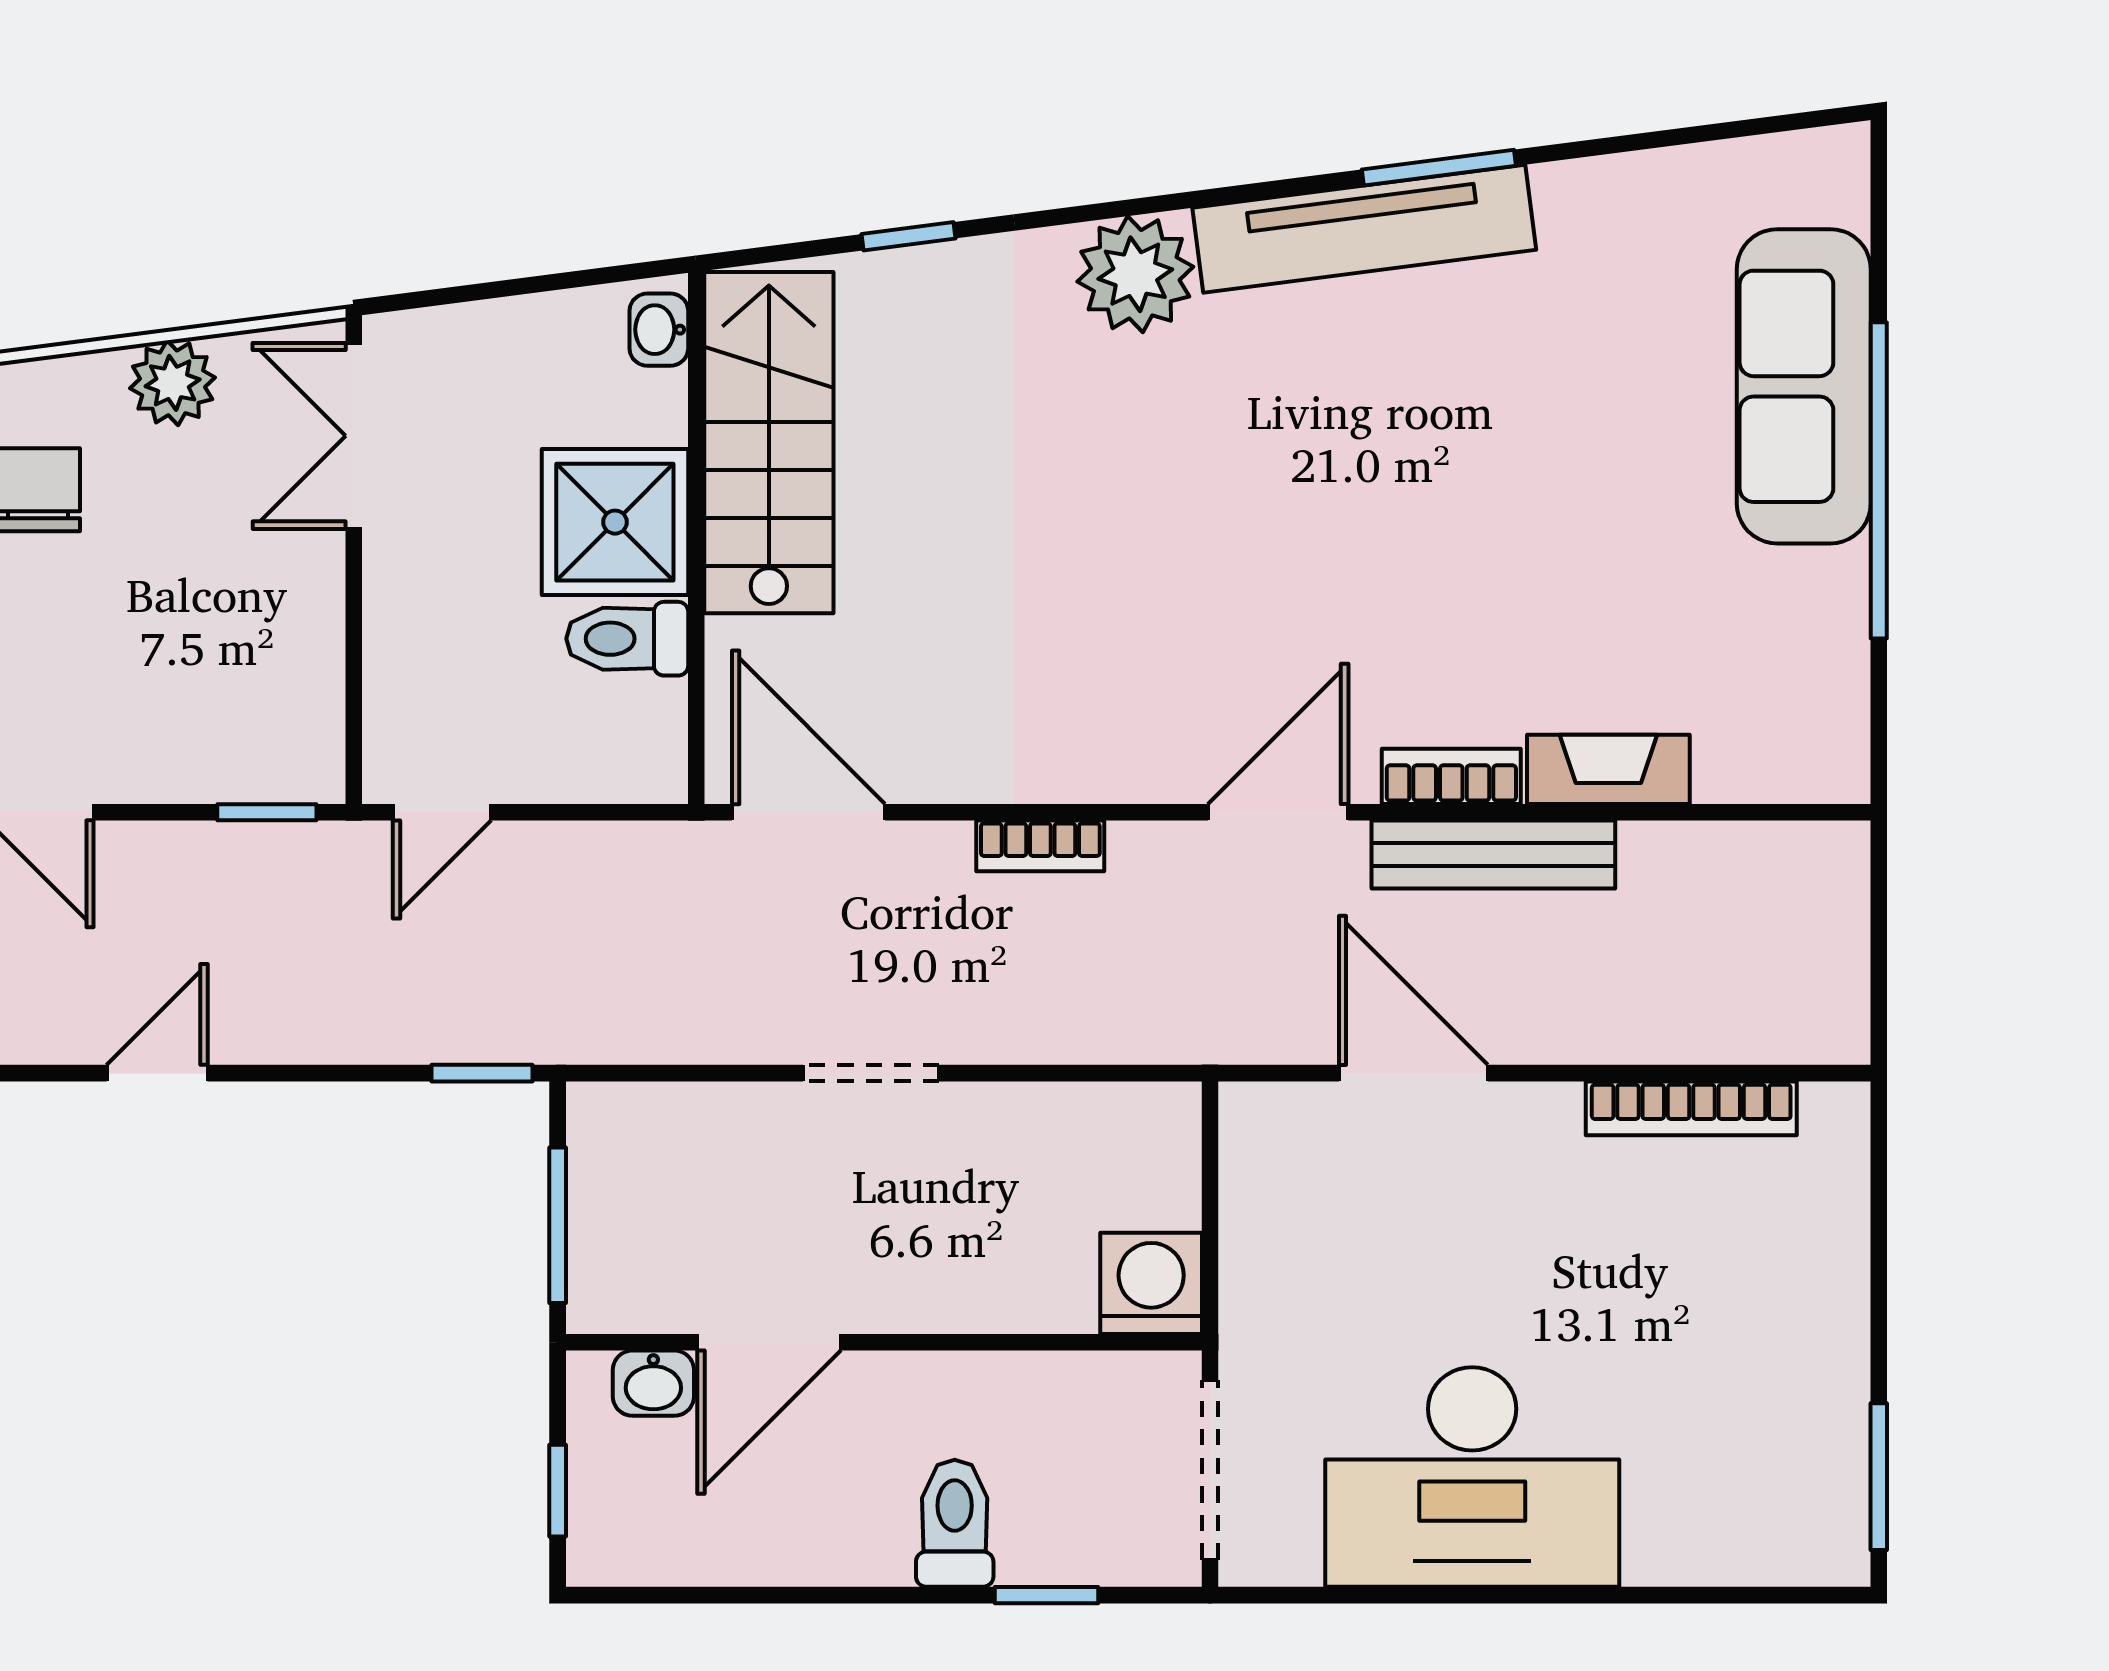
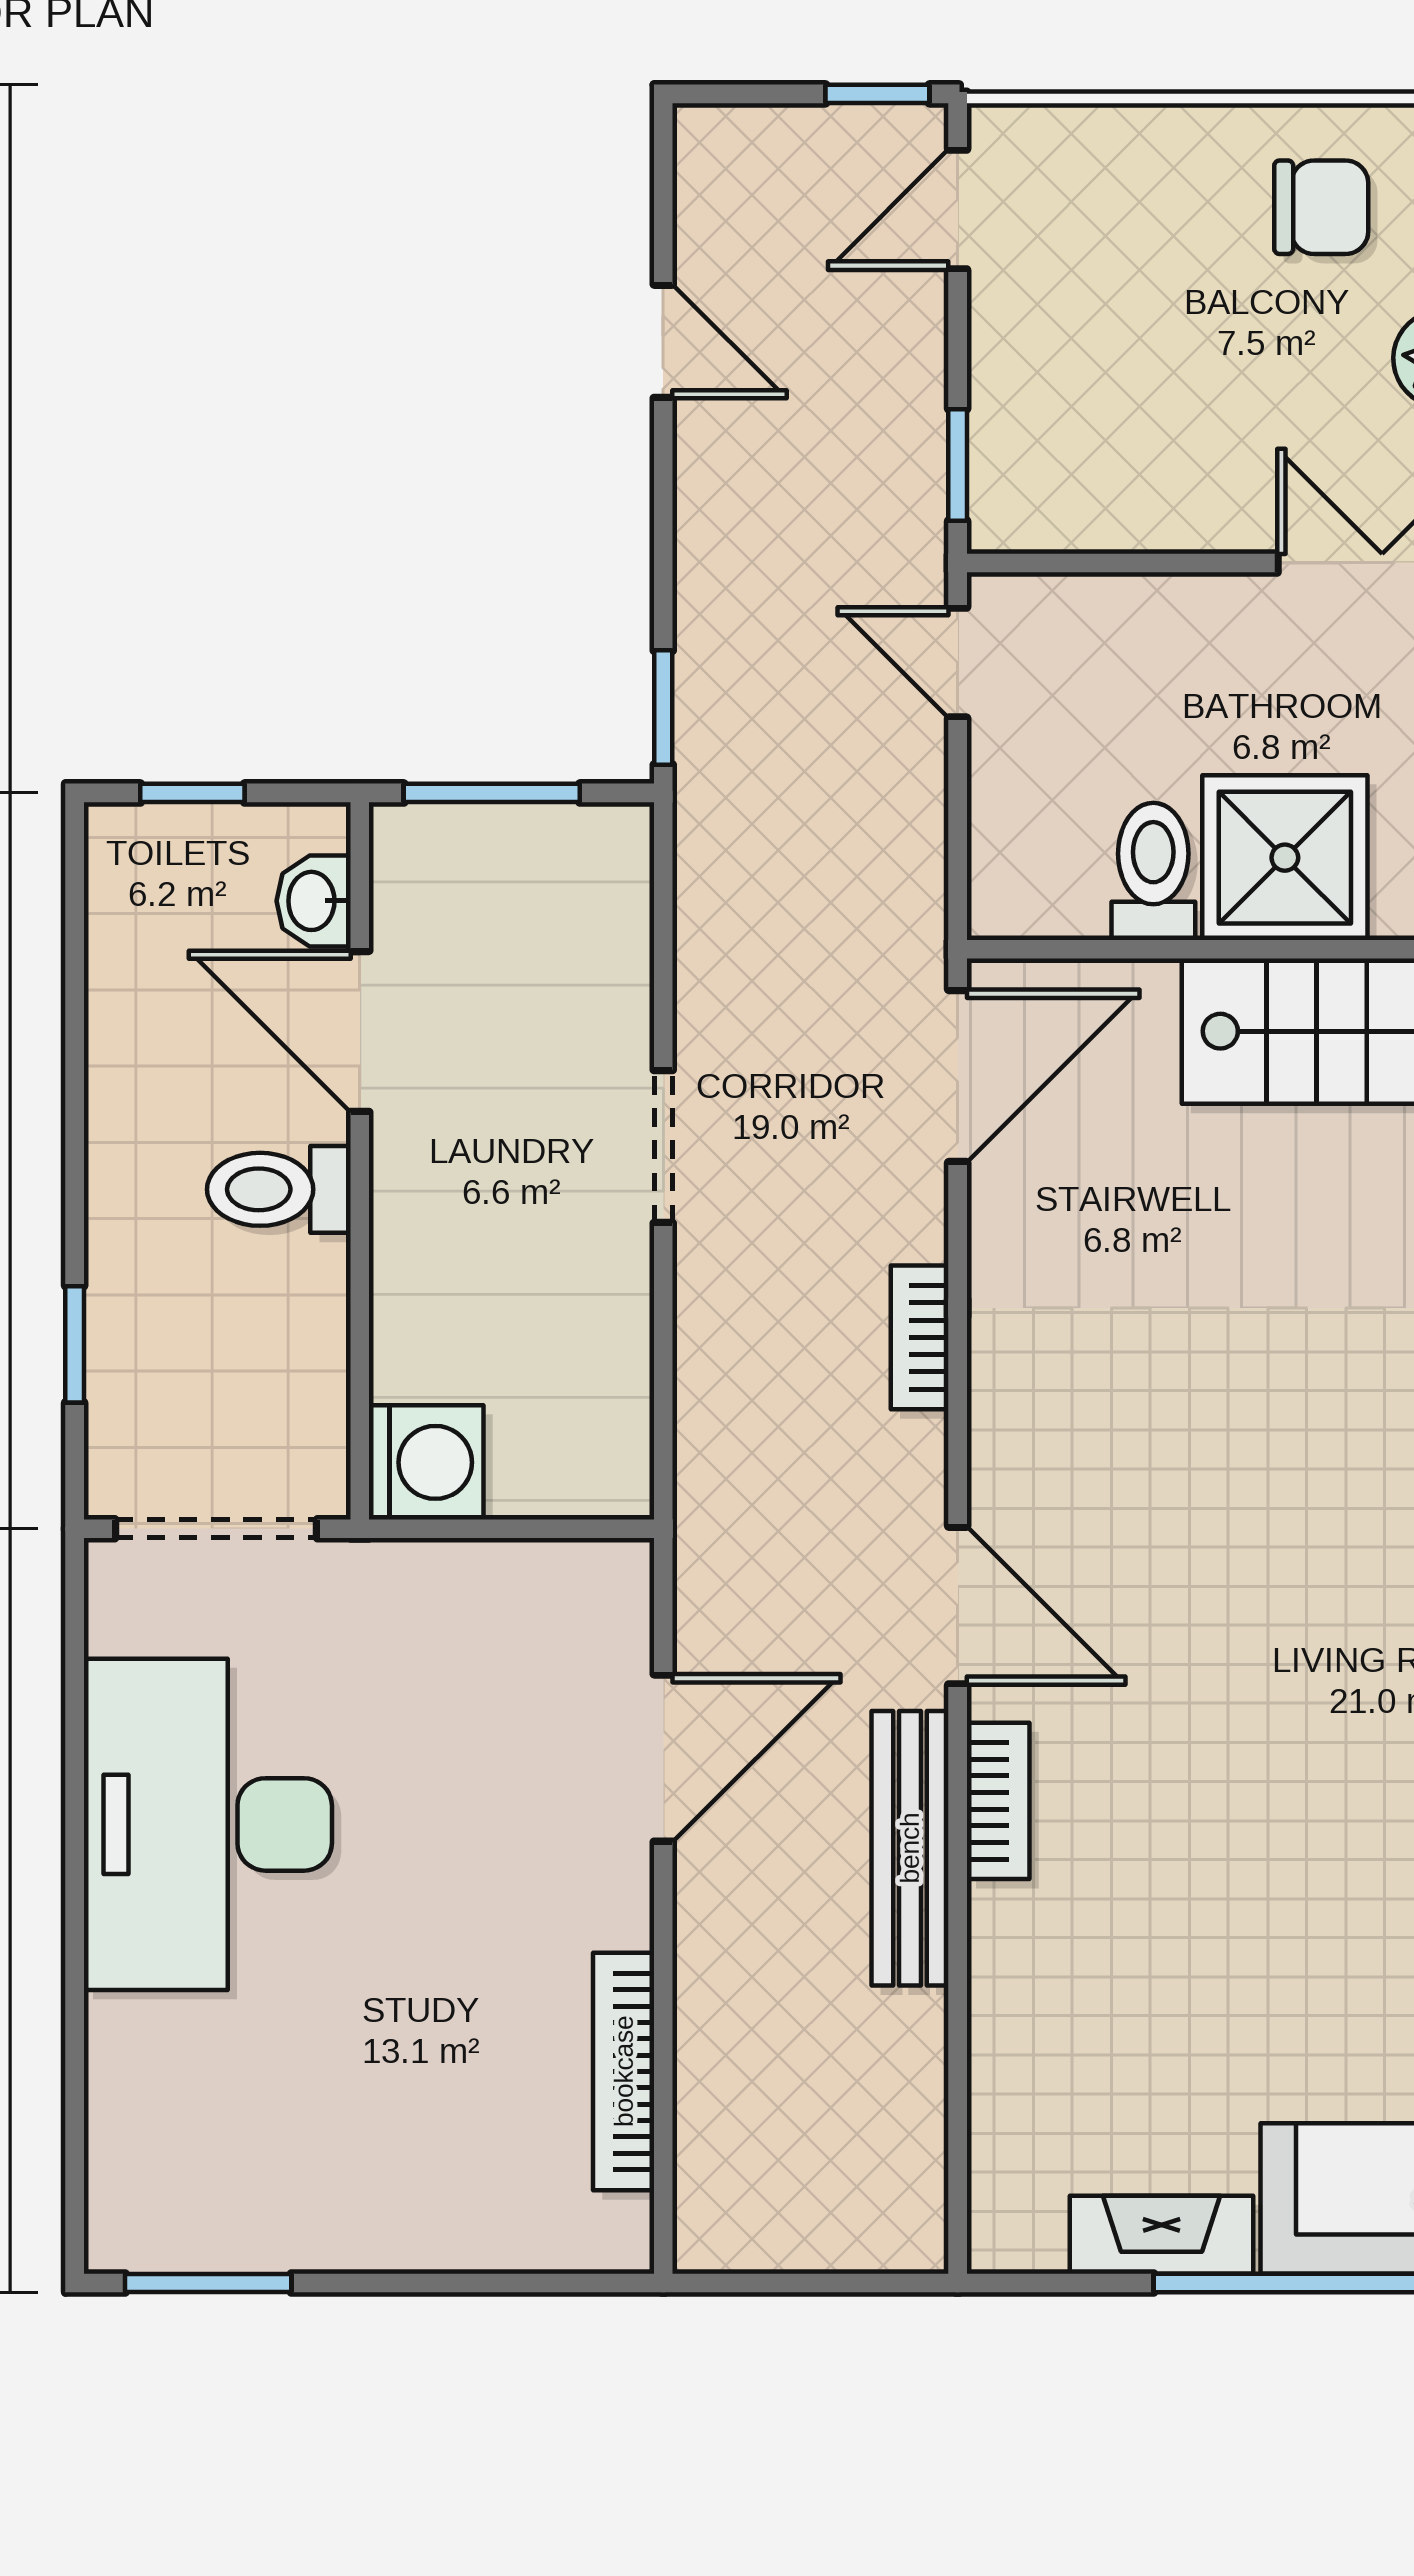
fireplace: (1608, 769) -> (1162, 2235), moved, turned -90
toilet: (955, 1523) -> (279, 1189), moved, turned 180

